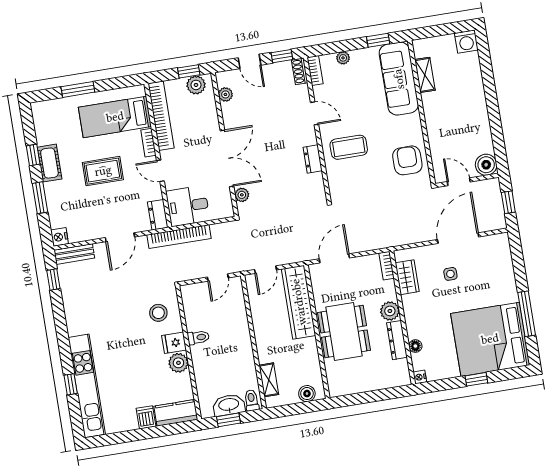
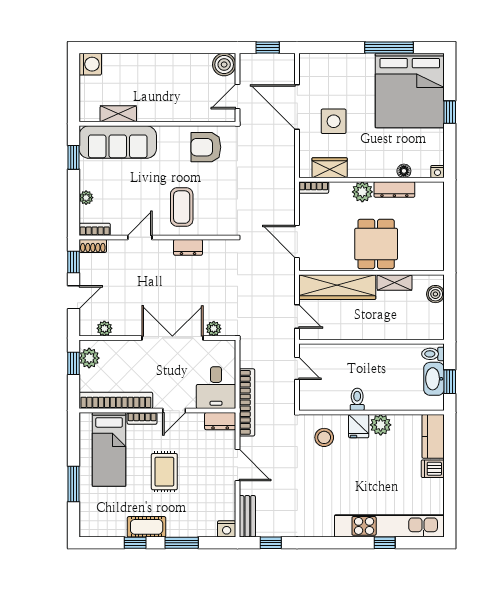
side table: (450, 274) -> (334, 121), width x1.87, depth x1.87
dining table: (344, 331) -> (376, 244), width x0.73
shelving: (269, 380) -> (395, 282), moved

